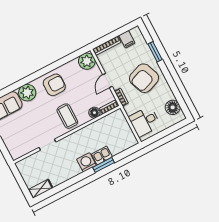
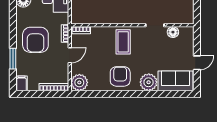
filing cabinet: (127, 39) -> (21, 83), moved
armchair: (144, 78) -> (35, 40), turned 111
armchair: (54, 85) -> (120, 76), turned 90
floor lamp: (94, 113) -> (173, 32), moved

